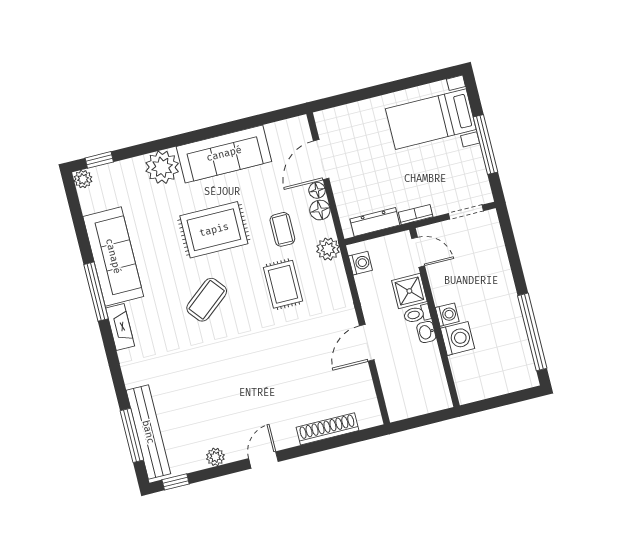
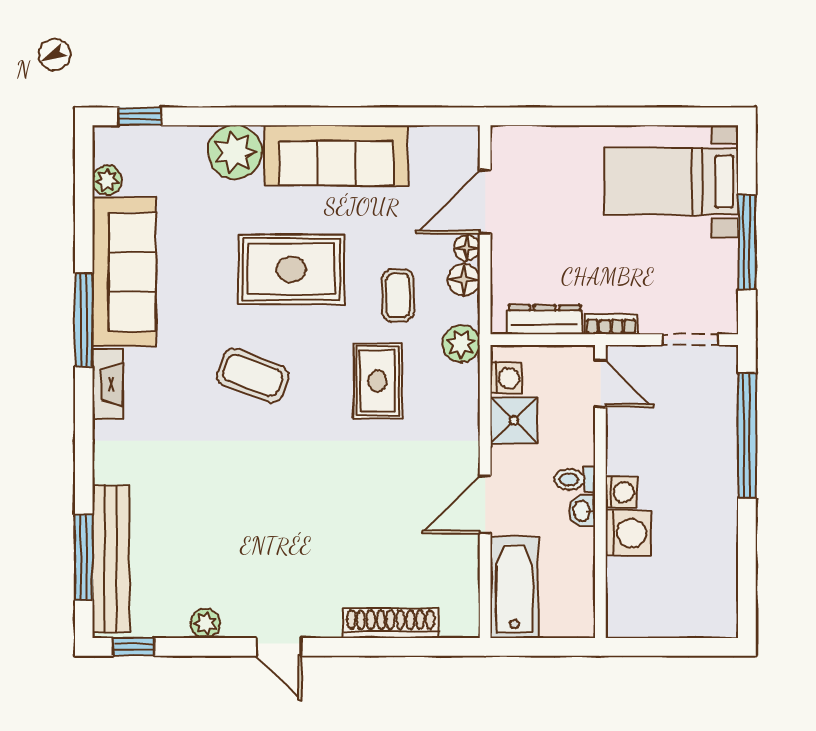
plant: (83, 179) -> (107, 180), moved
shower: (409, 291) -> (514, 420), moved
coffee table: (207, 300) -> (253, 375), turned 60
window: (532, 332) -> (747, 436), moved
bathtub: (397, 388) -> (514, 587), added
door: (263, 460) -> (279, 647), swing flipped

